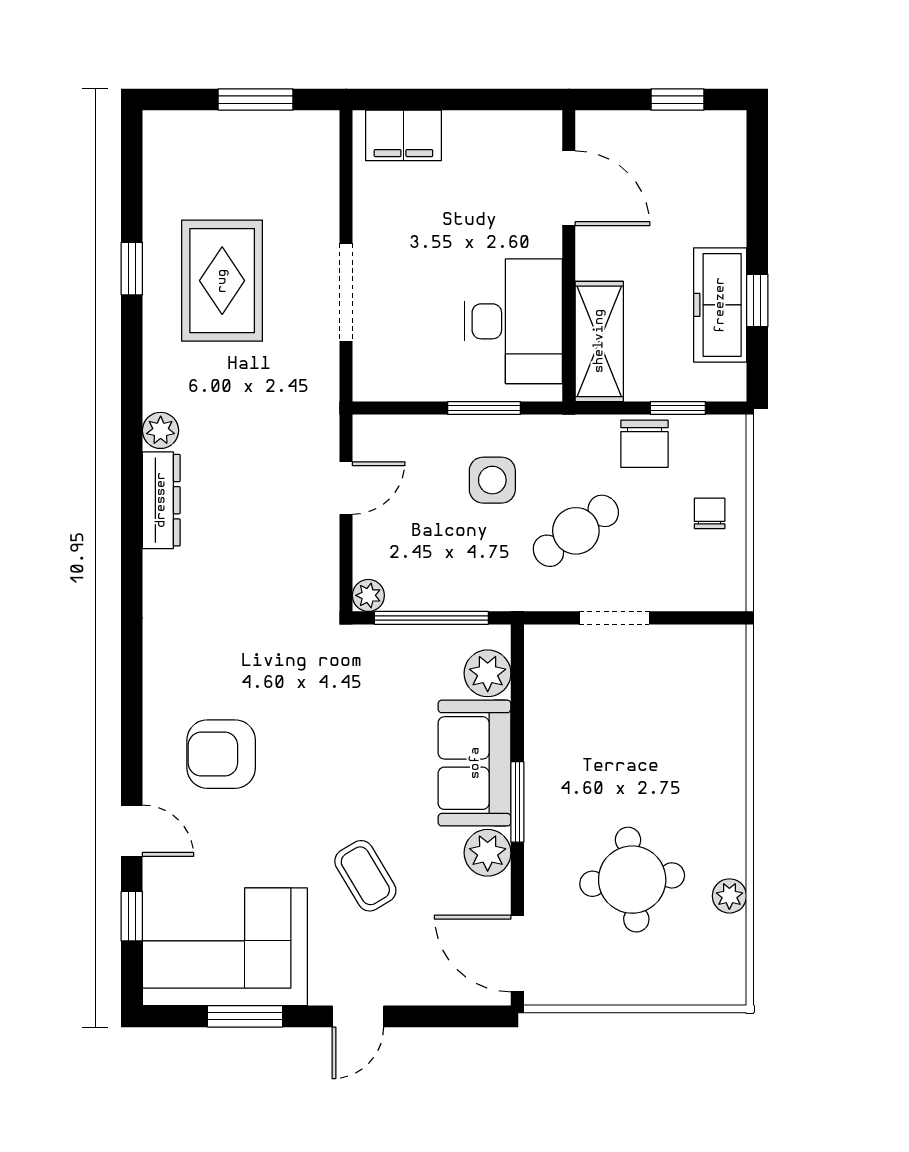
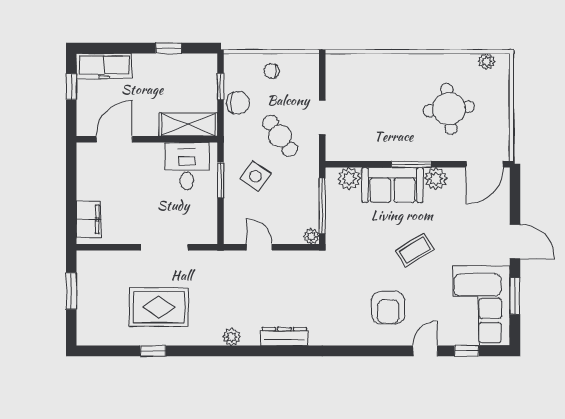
freezer: (720, 305) -> (104, 66), moved
desk: (513, 321) -> (187, 166), width x0.73
side table: (492, 480) -> (255, 176), turned 34
dresser: (161, 500) -> (284, 337), moved
coffee table: (365, 876) -> (415, 250), moved
plant: (729, 896) -> (487, 62), moved
door: (358, 1016) -> (515, 241), width x1.38

